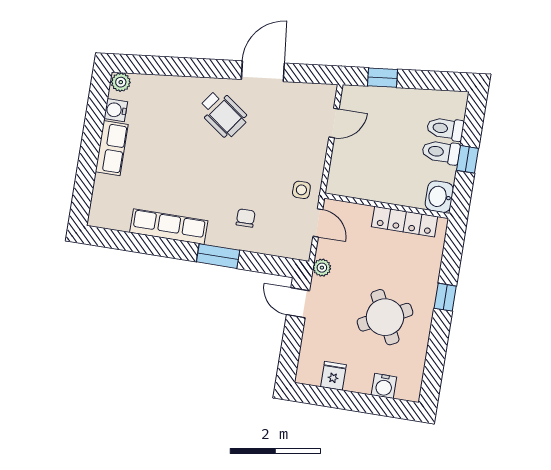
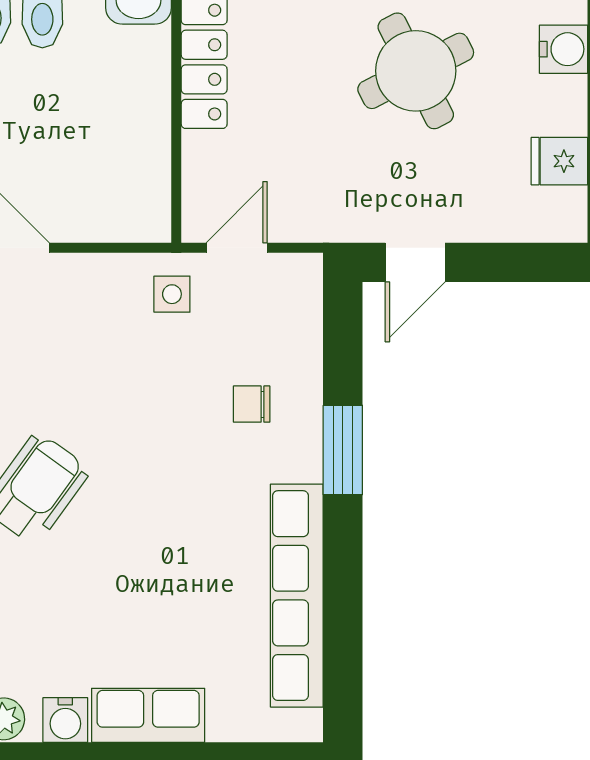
row of seats: (169, 227) -> (297, 596), width x1.36
plant: (322, 268) -> (331, 223), removed

